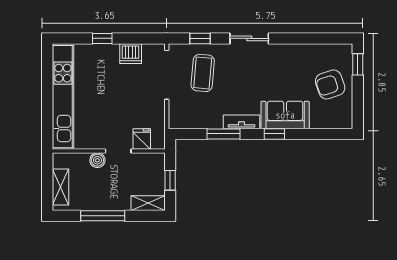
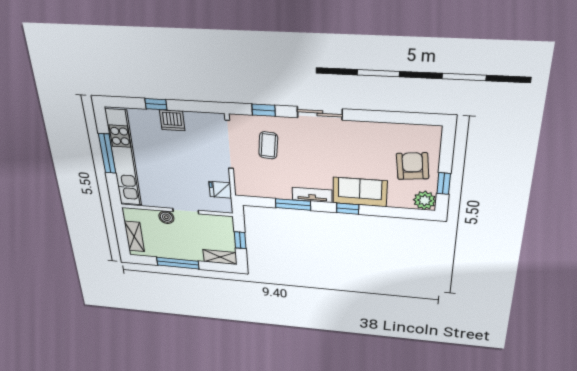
dishwasher: (131, 54) -> (172, 120), moved
window: (358, 64) -> (444, 184), moved
coffee table: (203, 73) -> (268, 145), width x0.73, depth x0.77
armchair: (330, 84) -> (413, 166), turned 103
window: (47, 93) -> (107, 153), added
plant: (343, 119) -> (425, 200), added
fridge: (142, 139) -> (220, 190), moved, turned -90

